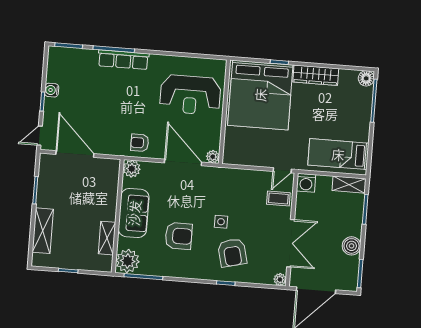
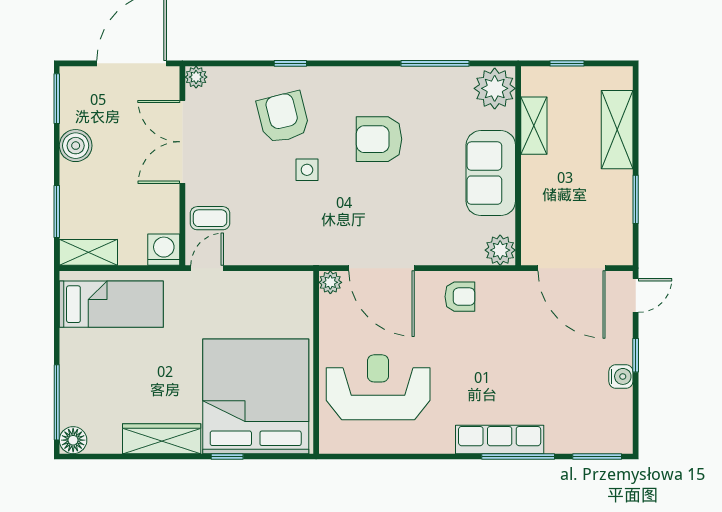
plant: (132, 169) -> (500, 250), moved
sofa: (134, 213) -> (491, 173), moved
wall: (118, 216) -> (518, 166), moved
shelving: (107, 238) -> (534, 126), moved
plant: (128, 261) -> (495, 88), moved

